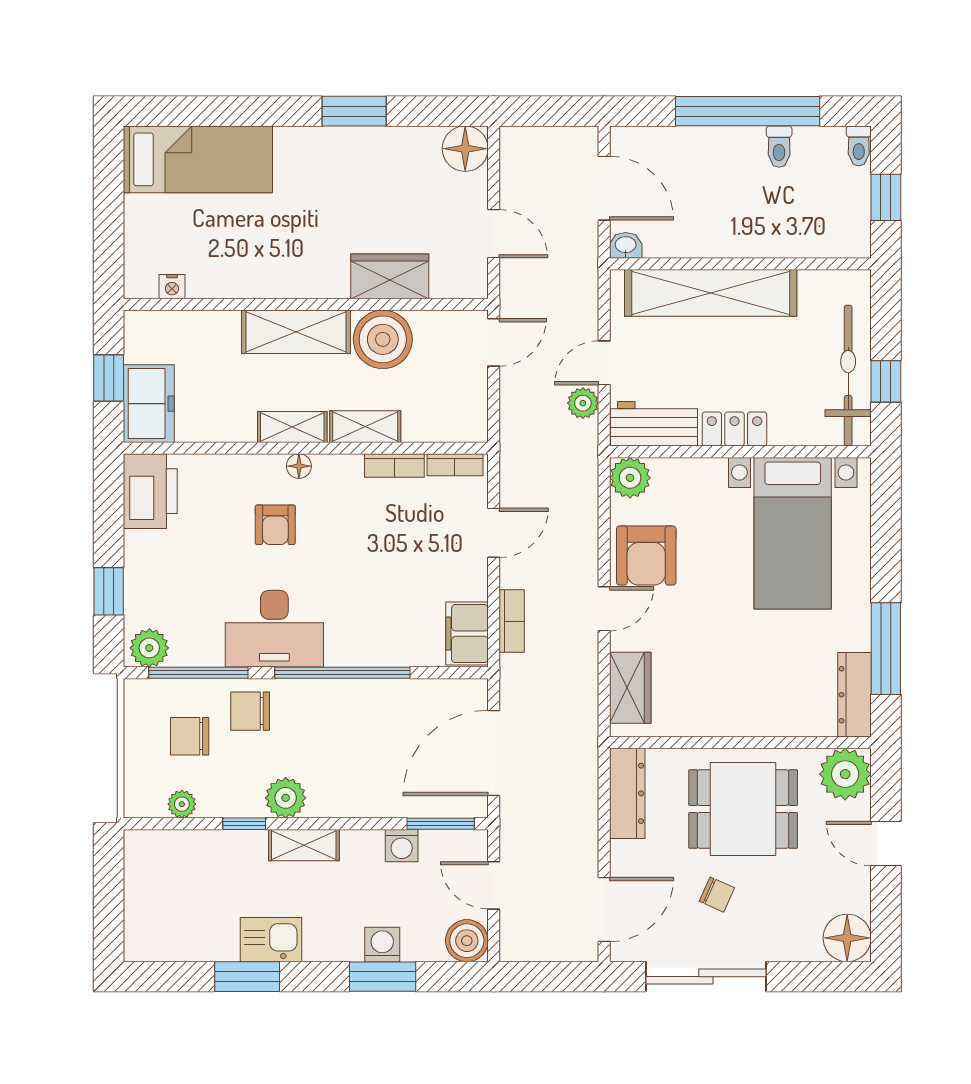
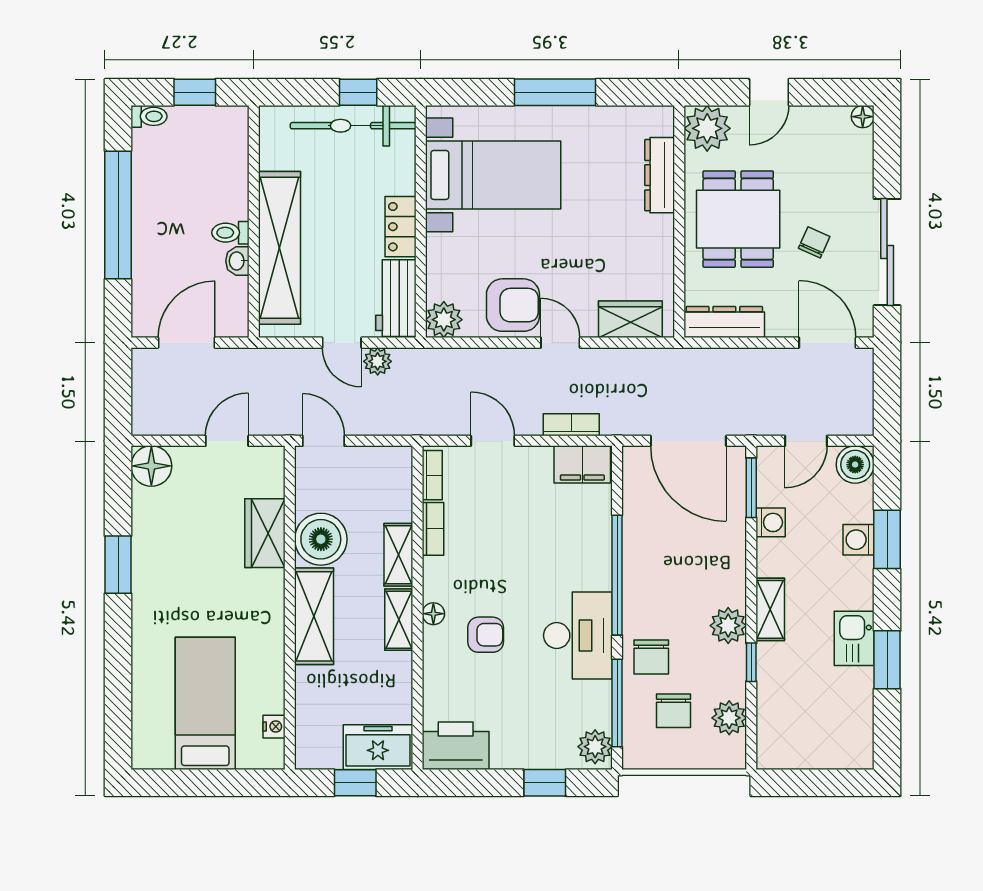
toilet: (779, 147) -> (230, 233), moved, turned 180
bed: (198, 159) -> (205, 703), moved
washbasin: (626, 245) -> (237, 261), moved
window: (886, 649) -> (555, 92), moved
dresser: (854, 695) -> (660, 175), moved, turned 90
plant: (182, 804) -> (729, 718), width x1.38, depth x1.38
floor lamp: (847, 938) -> (863, 117), width x0.53, depth x0.53

